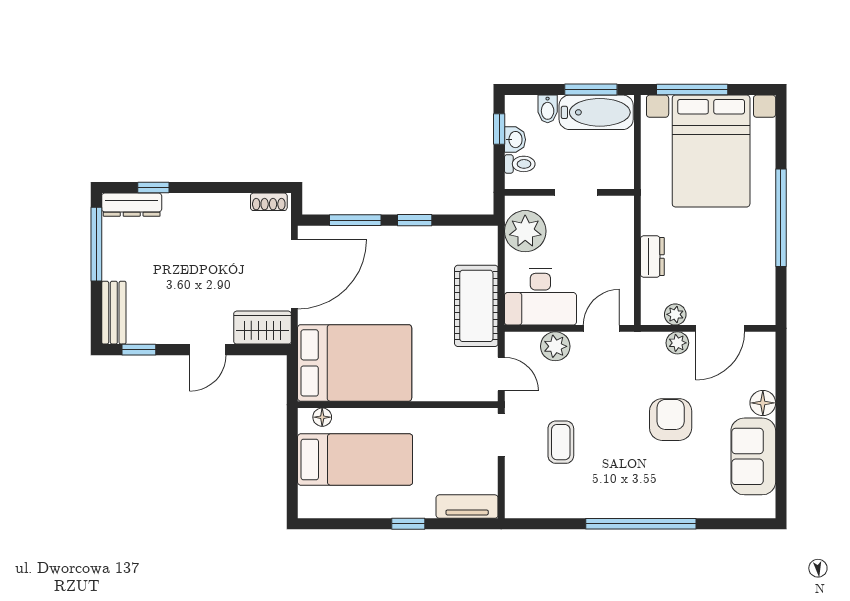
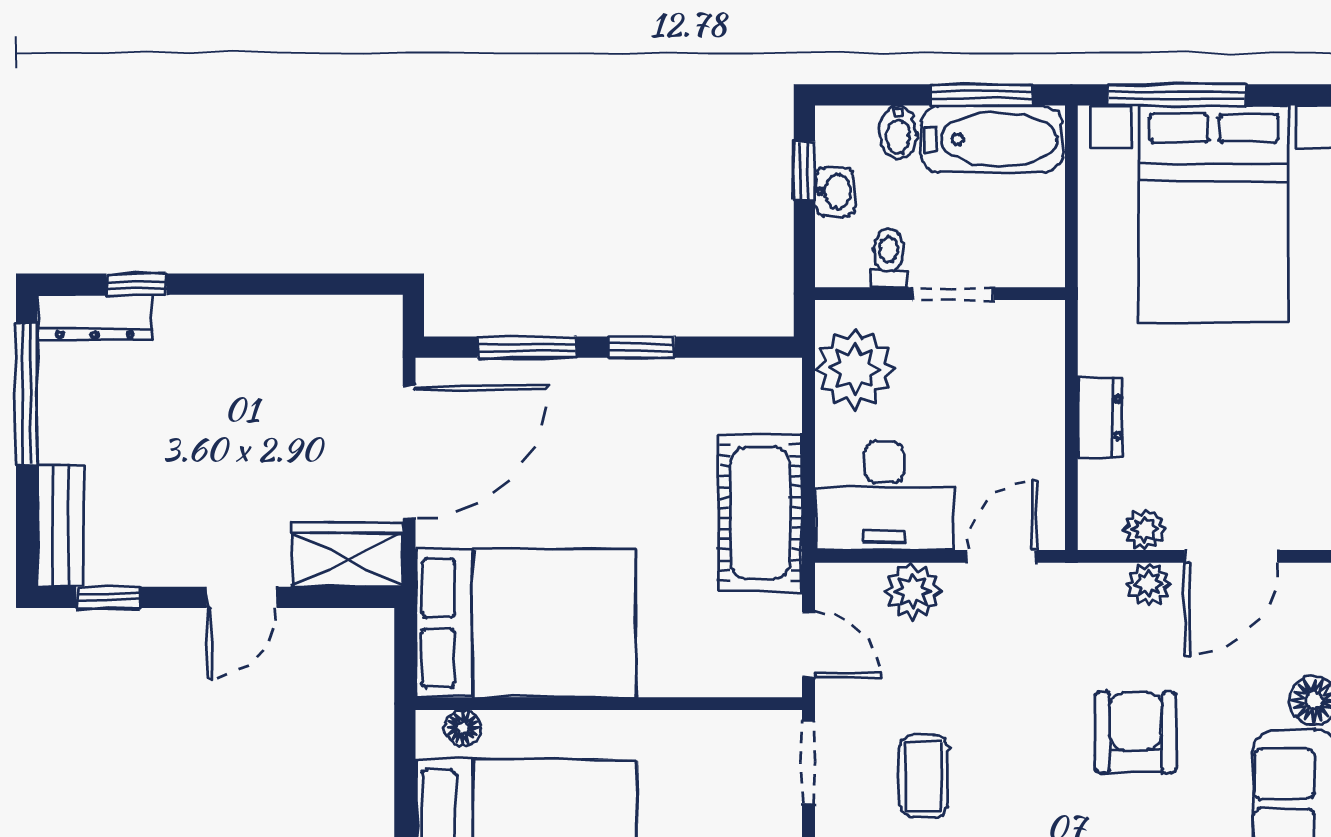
toilet: (520, 164) -> (889, 258), moved, turned -90
shoe rack: (269, 202) -> (360, 312), removed

